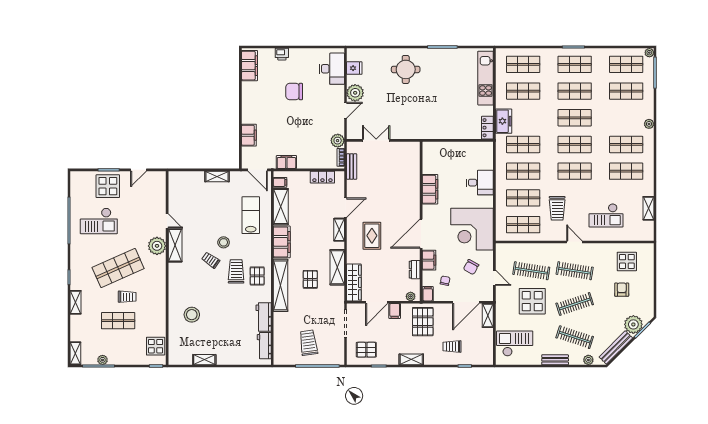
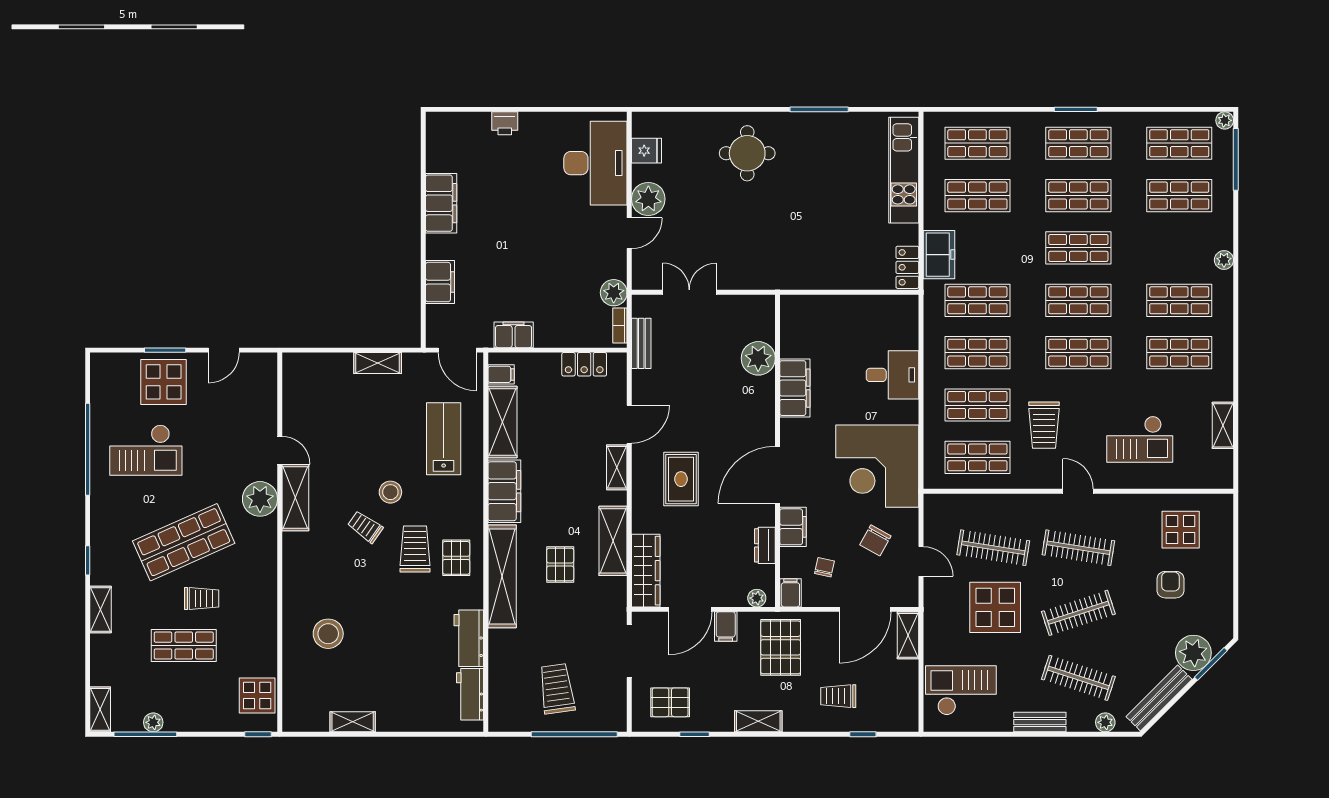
filing cabinet: (249, 66) -> (441, 203), moved
desk: (332, 69) -> (595, 163), width x1.36, depth x1.30
chair: (294, 92) -> (529, 197), removed
plant: (411, 174) -> (758, 358), added

